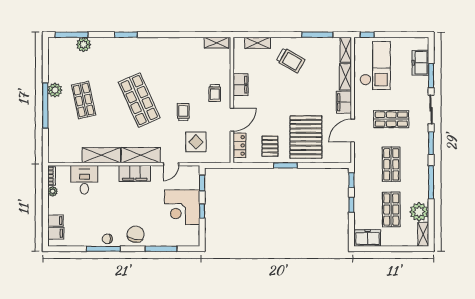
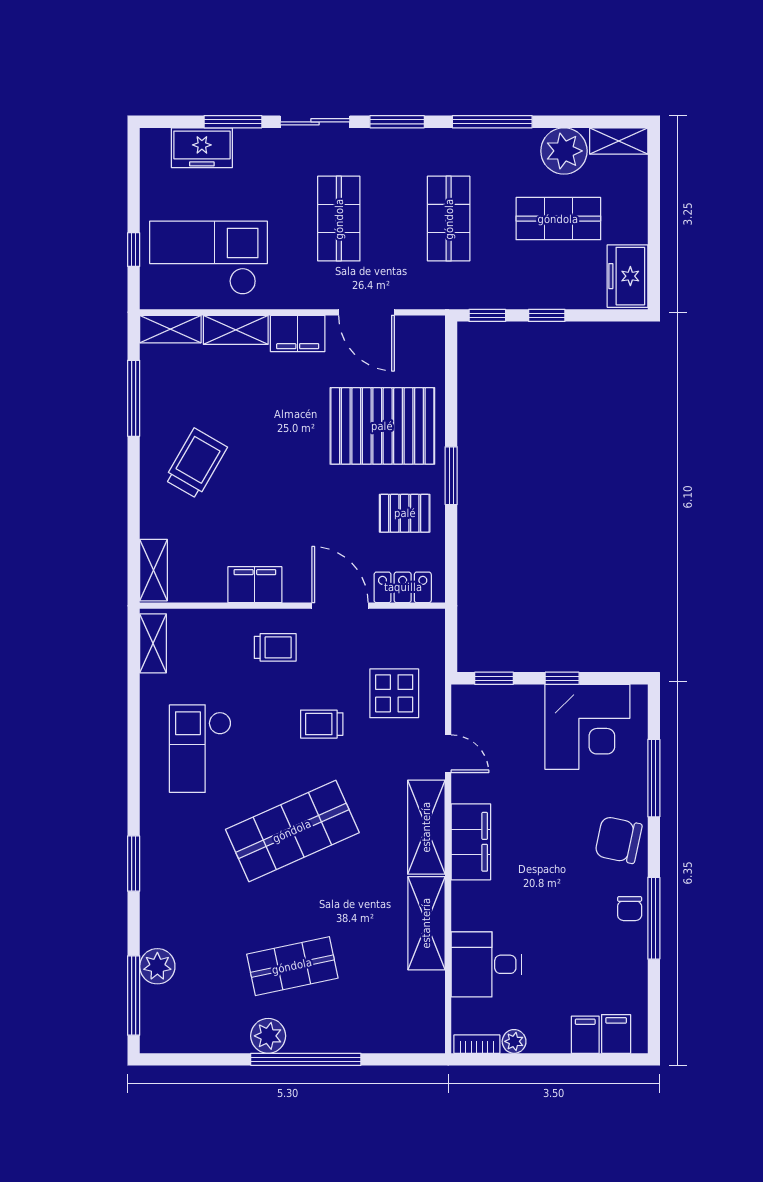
window: (367, 35) -> (134, 250), moved
shelving: (258, 43) -> (153, 570), moved
checkout: (173, 62) -> (200, 749), added
shop shelf: (391, 164) -> (449, 219), turned 90
corner desk: (182, 207) -> (587, 727), moved

